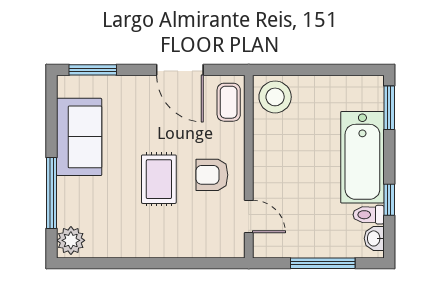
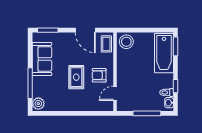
bathtub: (362, 157) -> (164, 53), moved
door: (249, 216) -> (115, 93), swing flipped

